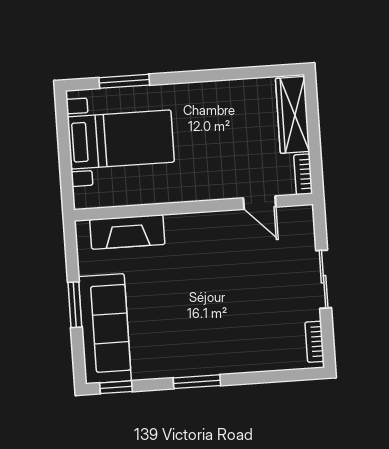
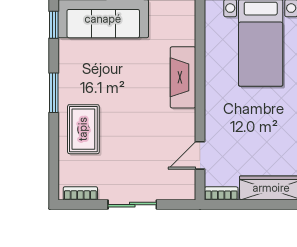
fireplace: (127, 232) -> (183, 77), moved
rug: (238, 343) -> (83, 129), added

